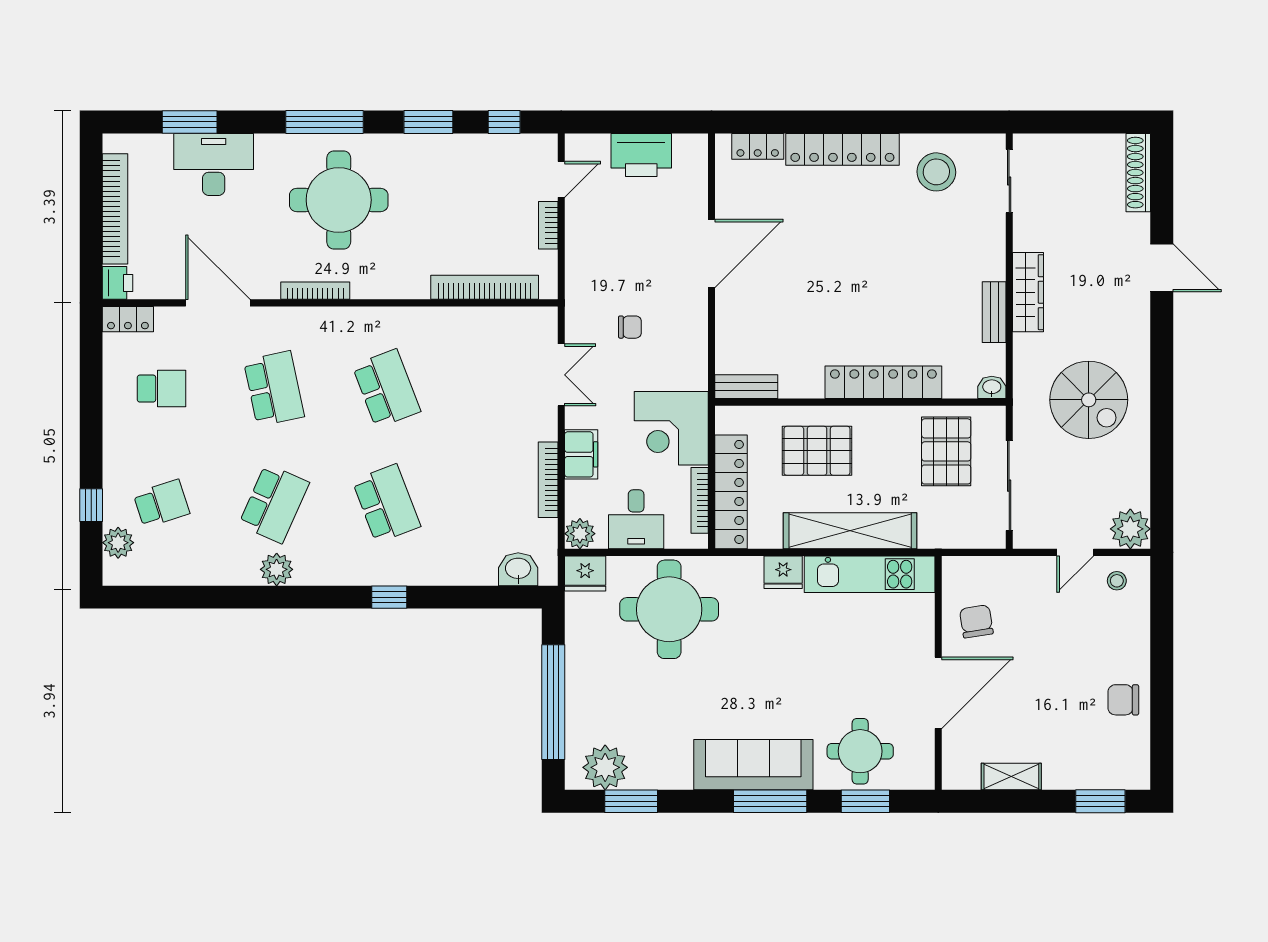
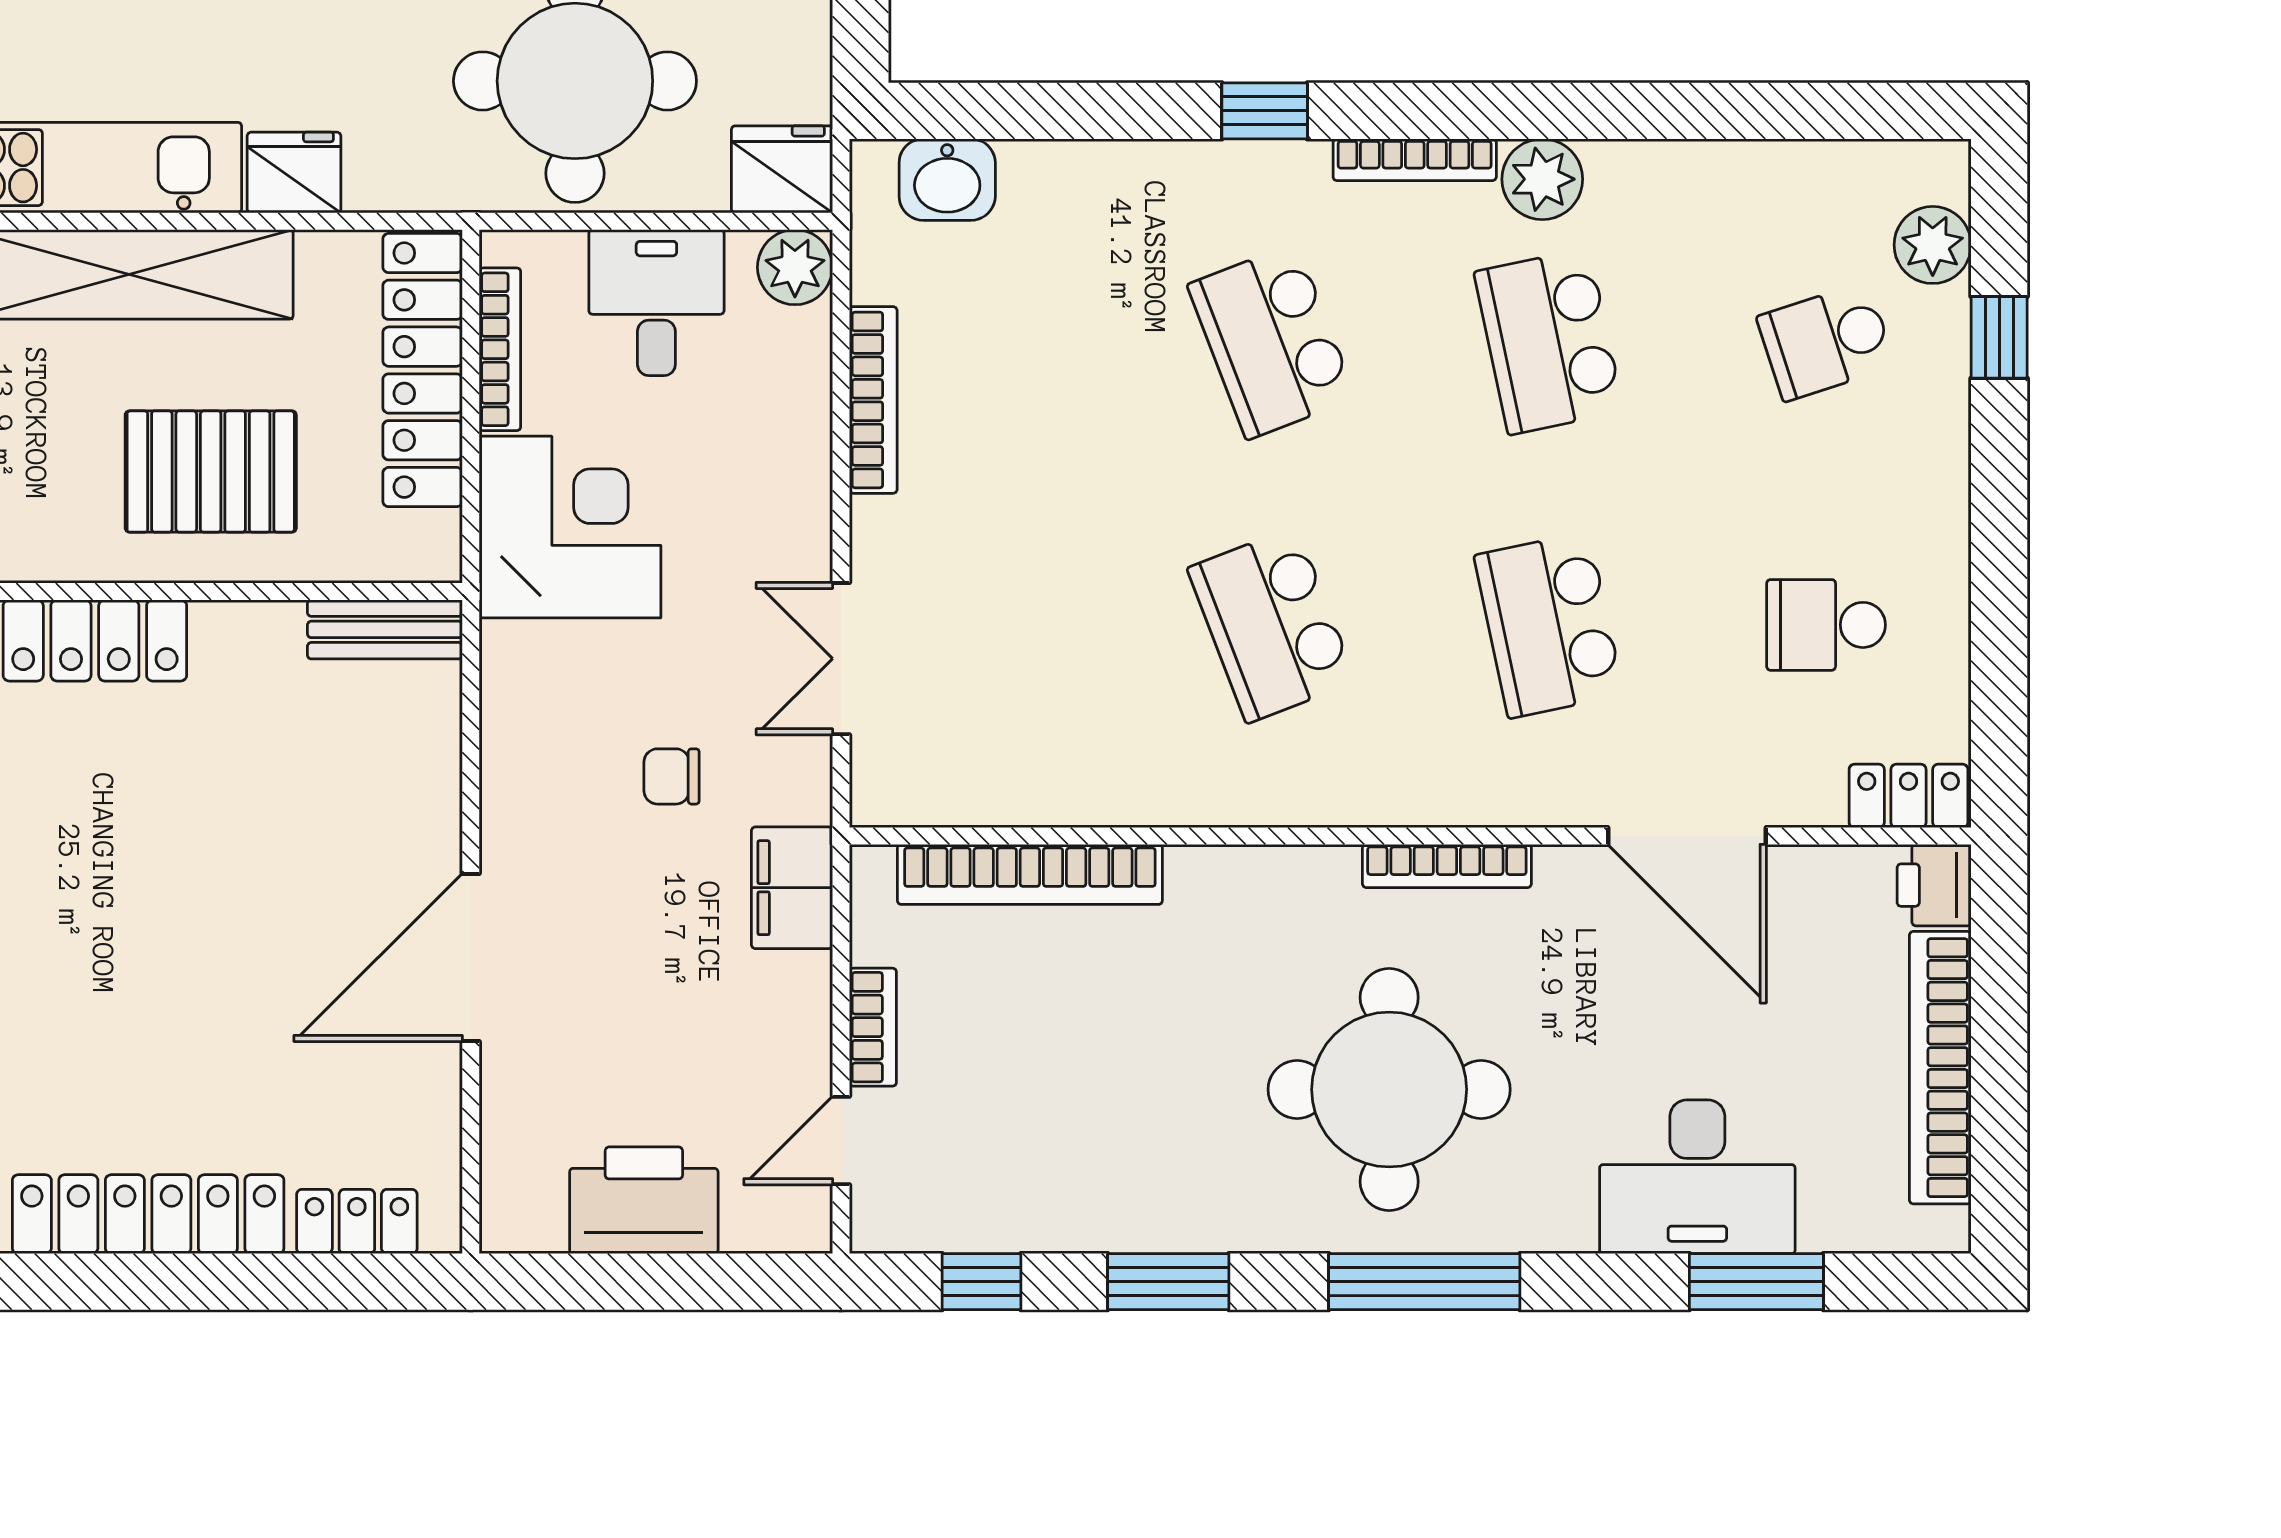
filing cabinet: (581, 454) -> (792, 888), moved
school desk: (274, 504) -> (1549, 341), turned -36
bookcase: (328, 577) -> (1415, 160), added

